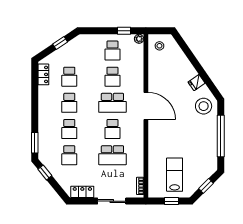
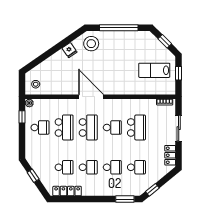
locker: (43, 74) -> (67, 191), width x1.53
school desk: (112, 77) -> (64, 127), width x1.85
door: (146, 106) -> (91, 97), hinge flipped

